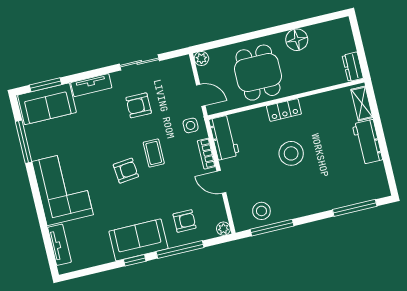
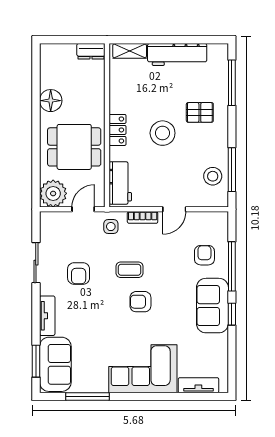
plant: (201, 58) -> (53, 193), width x1.87, depth x1.87
workbench: (224, 137) -> (120, 183), moved, turned 90
workbench: (367, 142) -> (177, 54), width x1.38
armchair: (126, 171) -> (140, 302), turned -84
pallet: (319, 184) -> (200, 112), added
plant: (223, 229) -> (221, 218), removed

